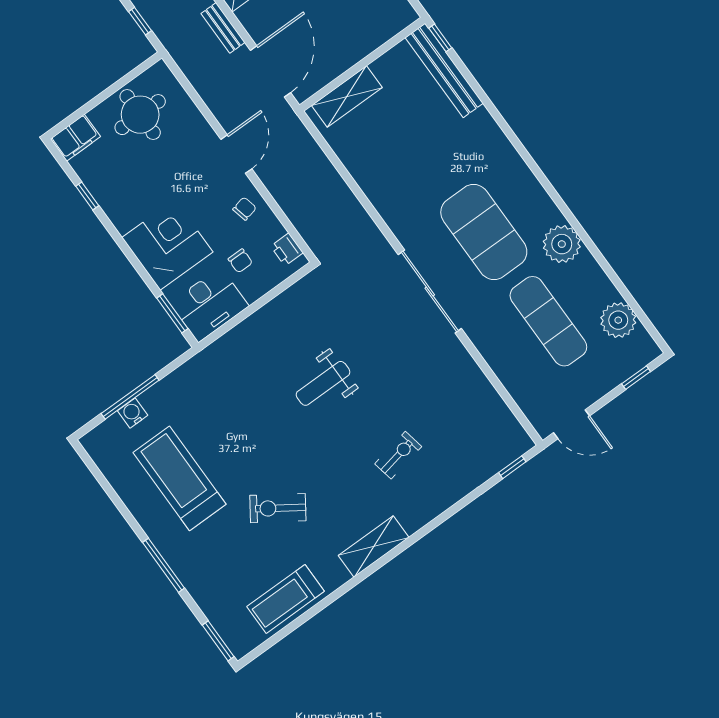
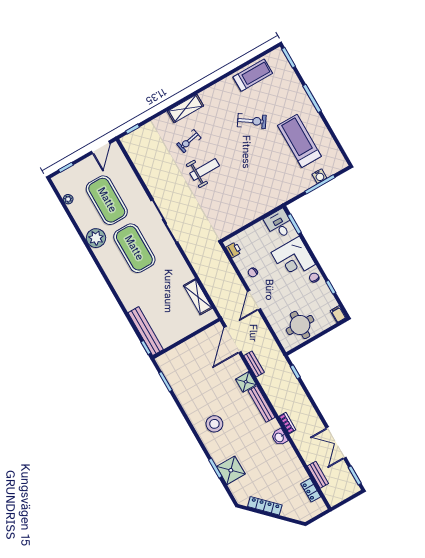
shelving: (347, 97) -> (198, 297), moved, turned 90
filing cabinet: (75, 138) -> (338, 314), width x0.50
chair: (240, 261) -> (314, 278), moved
desk: (209, 305) -> (279, 224), width x0.73
plant: (618, 320) -> (68, 199), width x0.53, depth x0.53
exercise mat: (548, 321) -> (107, 200), width x1.47
weight bench: (323, 383) -> (205, 170), moved
door: (572, 424) -> (101, 147), swing flipped
treadmill: (180, 478) -> (299, 141), turned 180
shelving: (374, 546) -> (185, 109), moved

